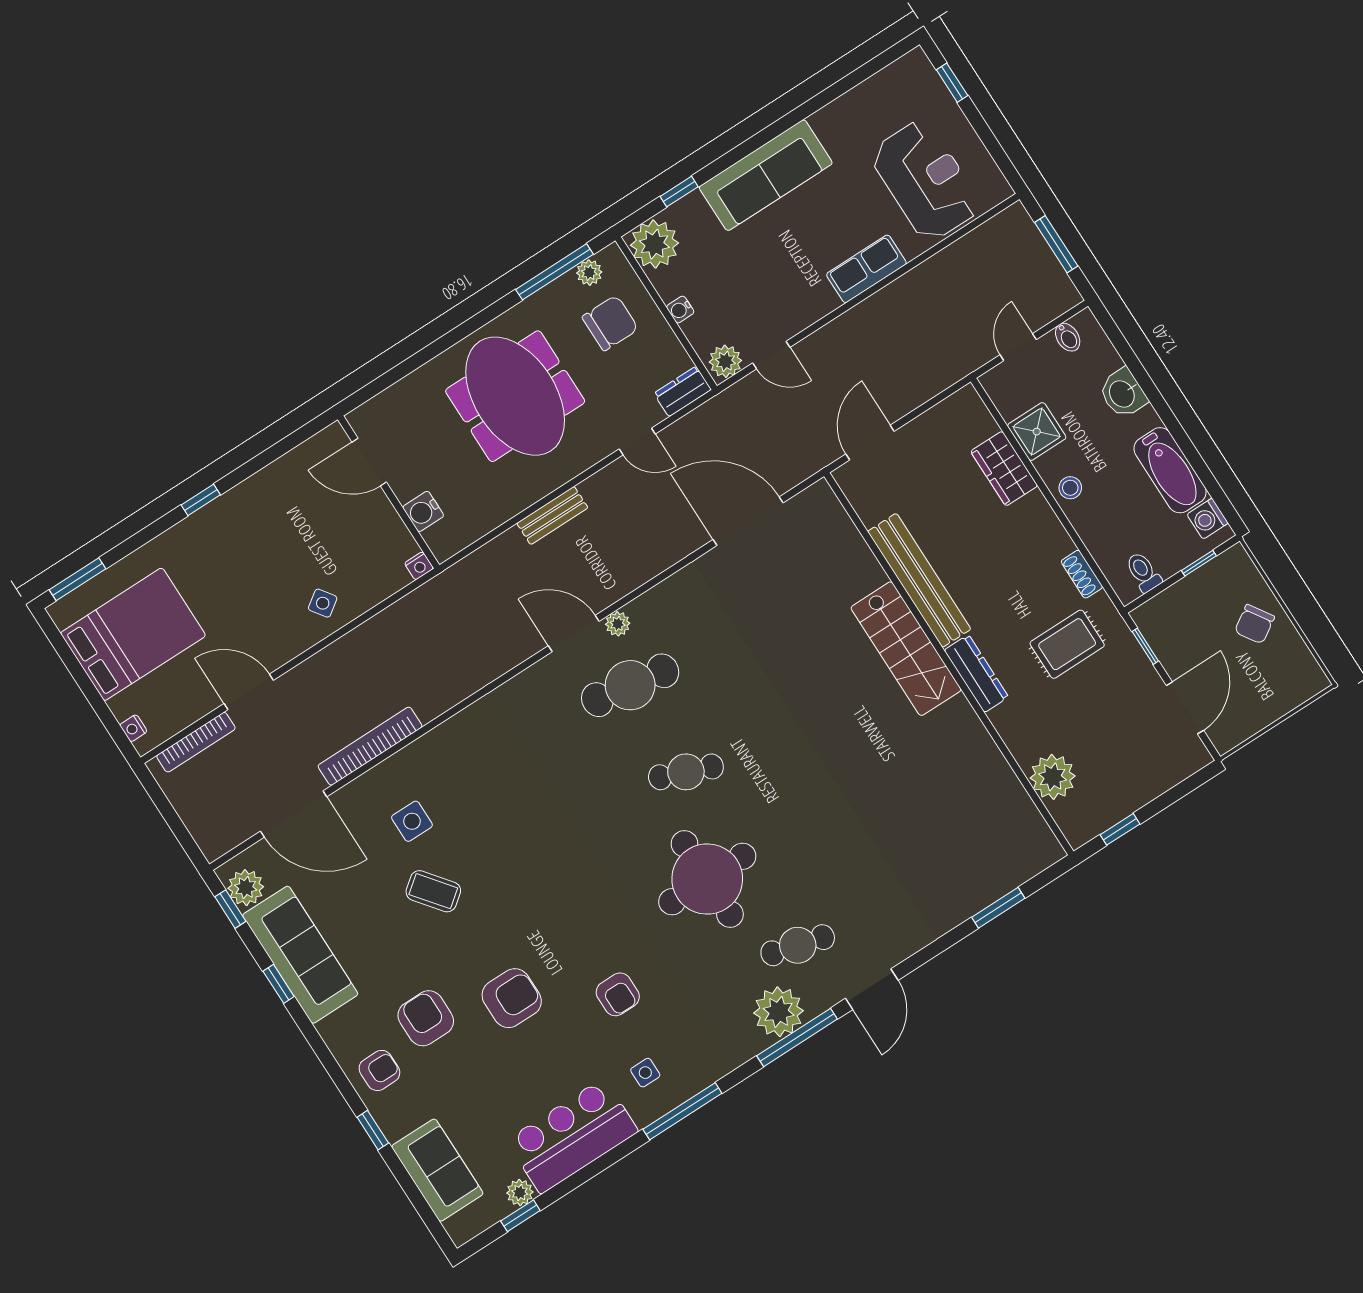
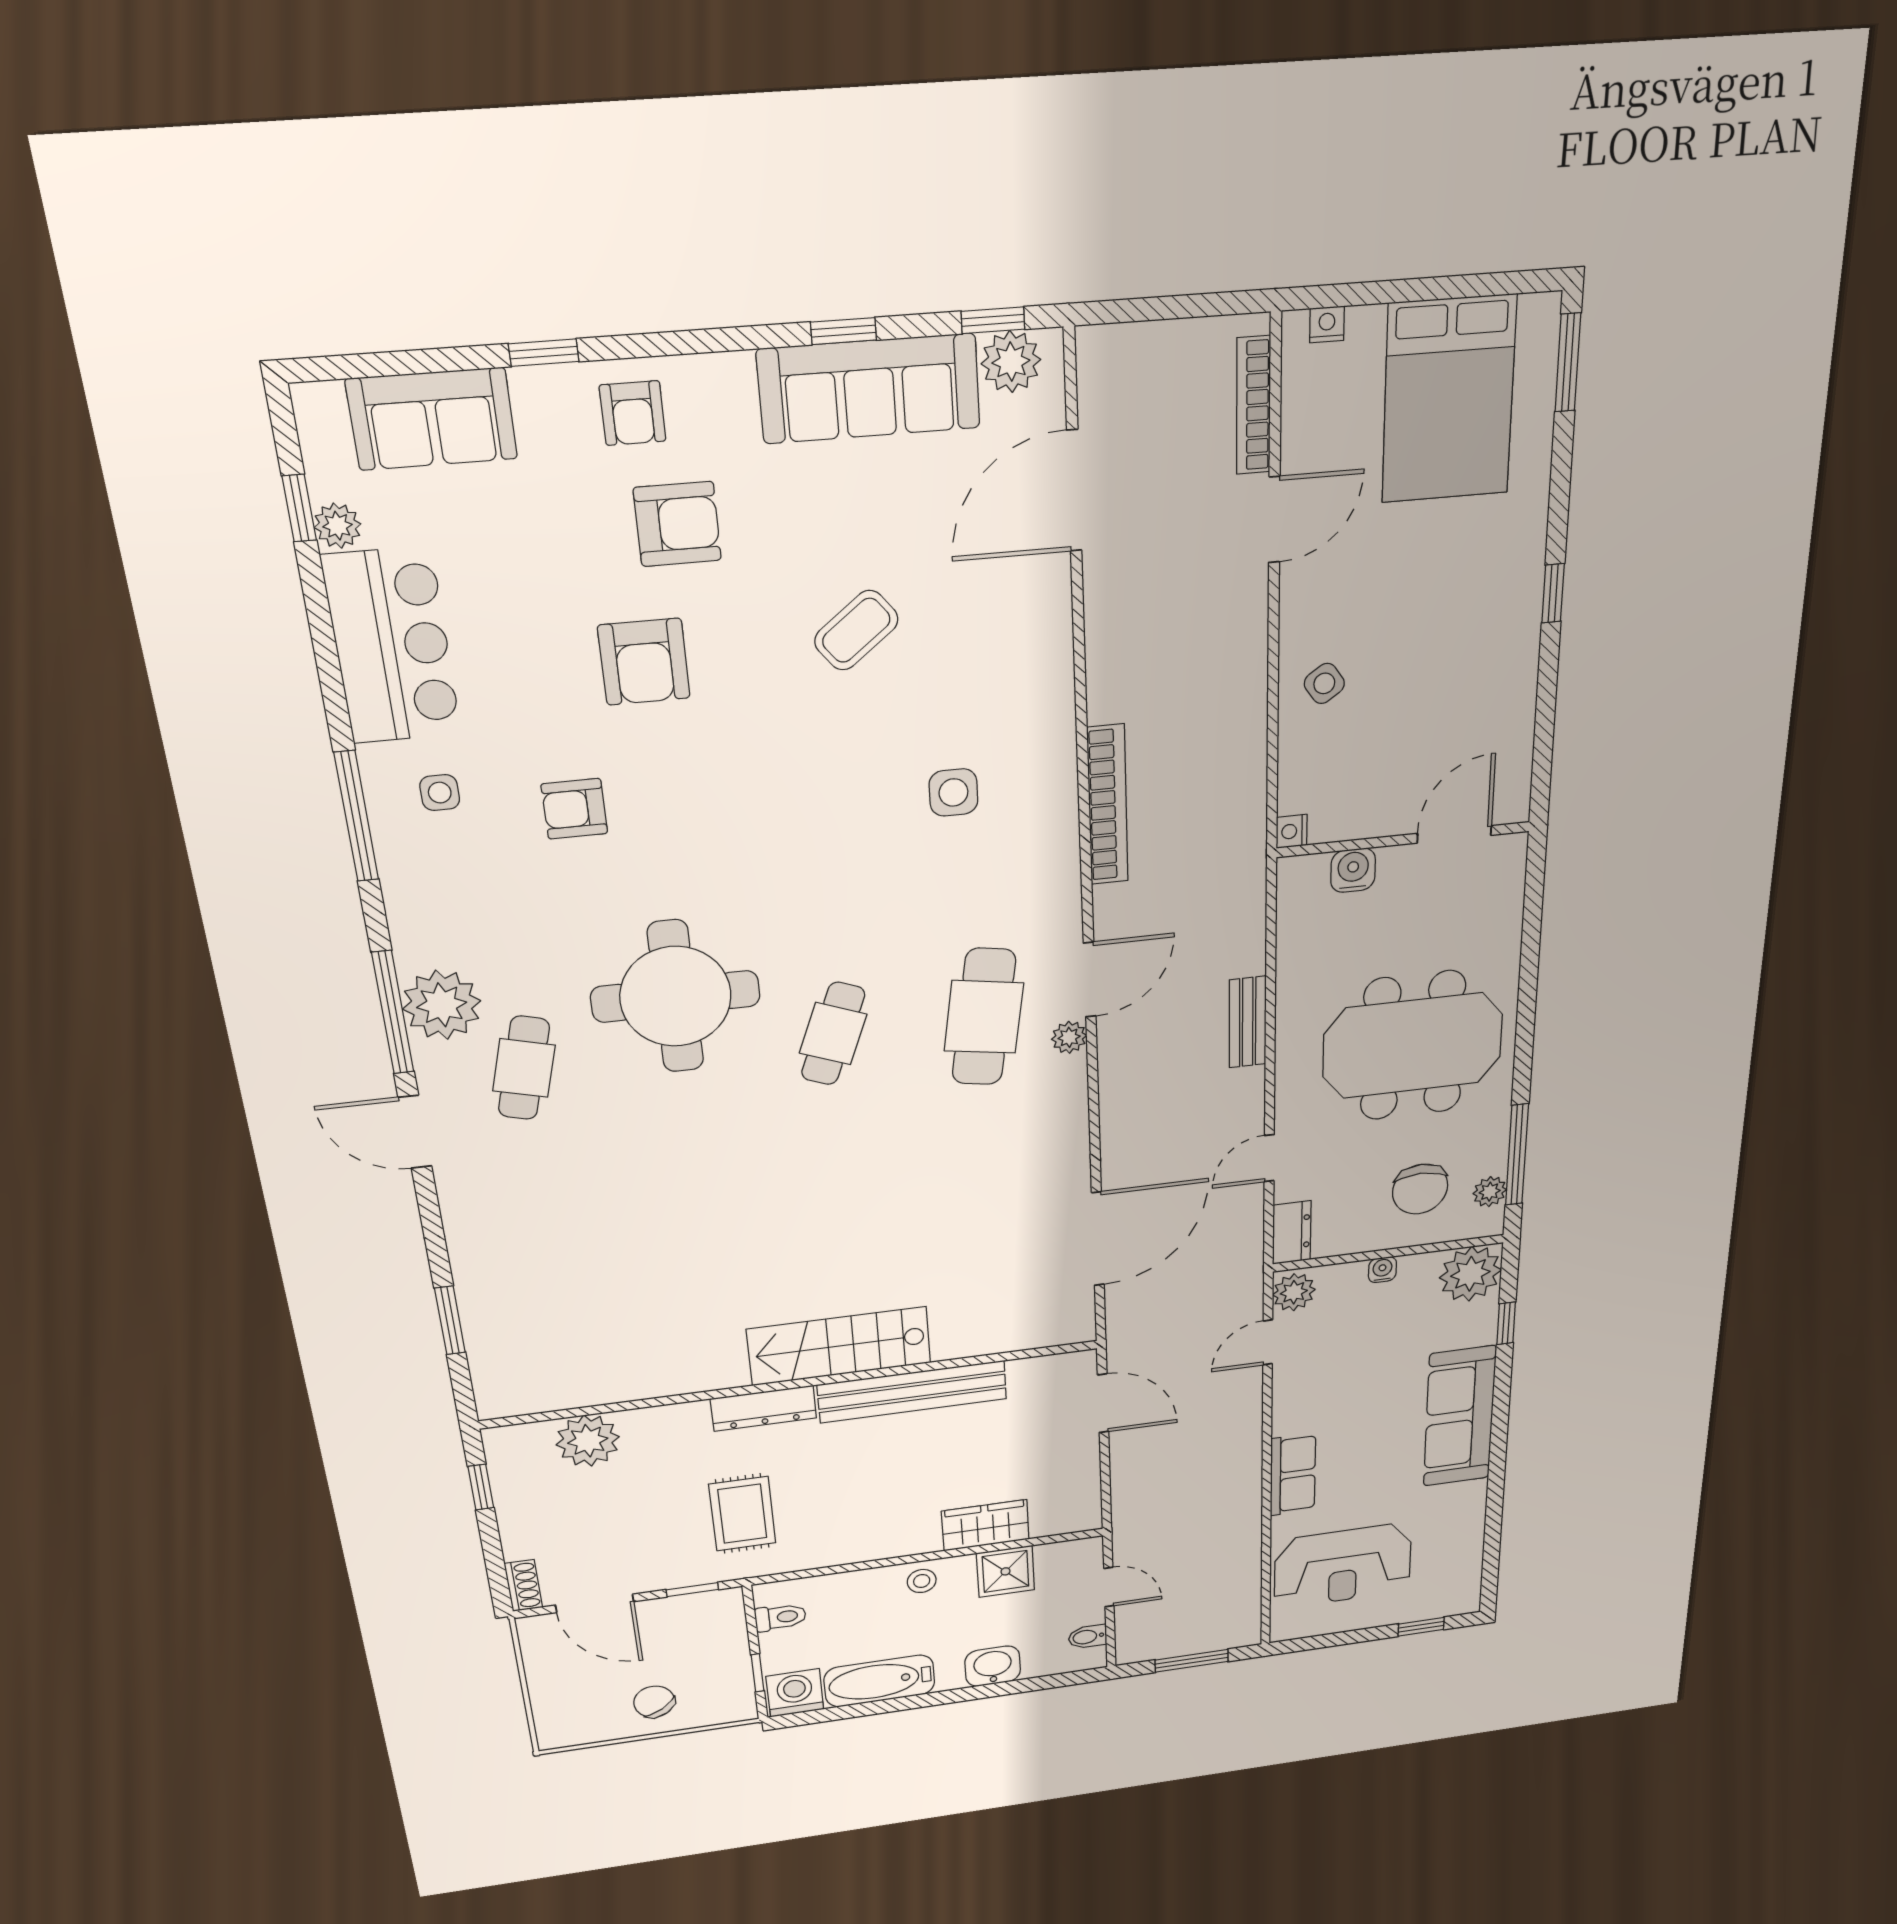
washing machine: (1207, 519) -> (795, 1693), width x1.38, depth x1.38
shoe rack: (1082, 574) -> (523, 1586), moved, turned 90
bookcase: (370, 746) -> (1108, 805), moved
side table: (412, 821) -> (953, 792), moved

